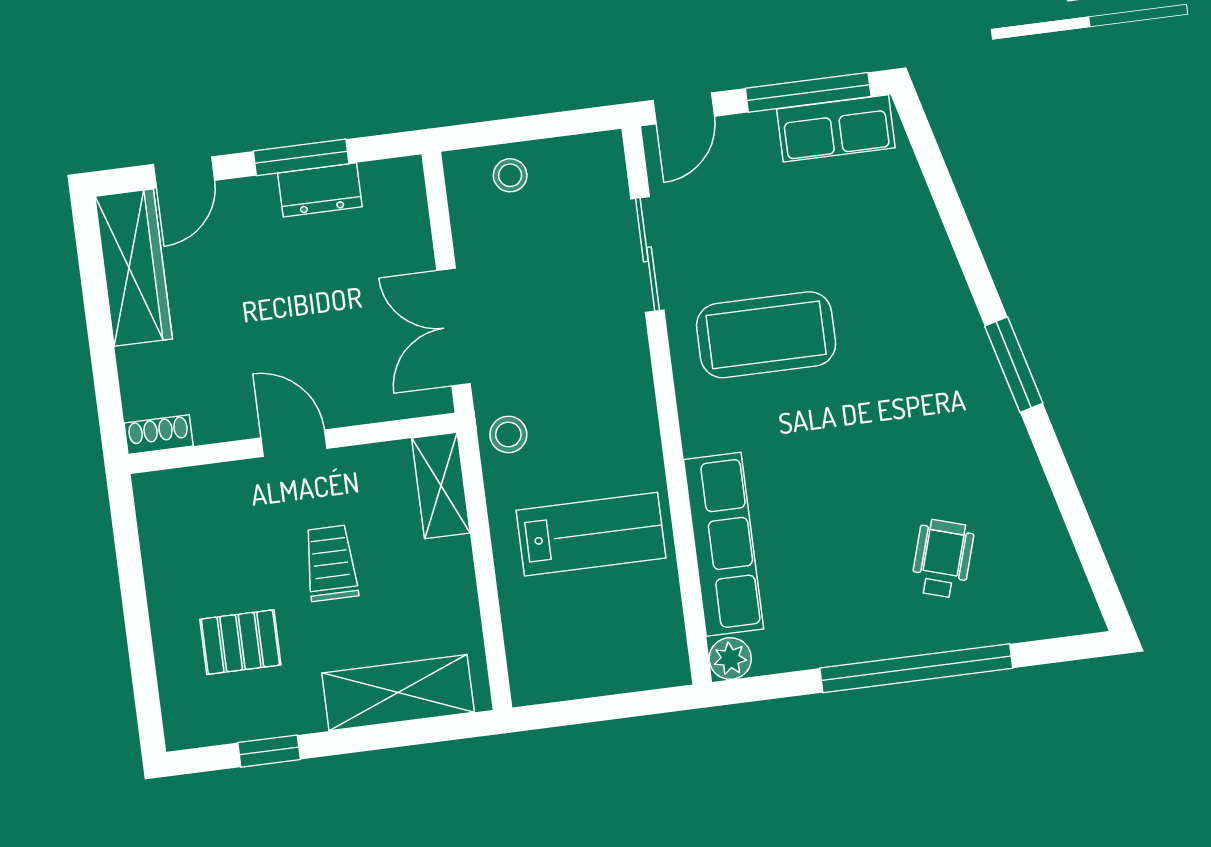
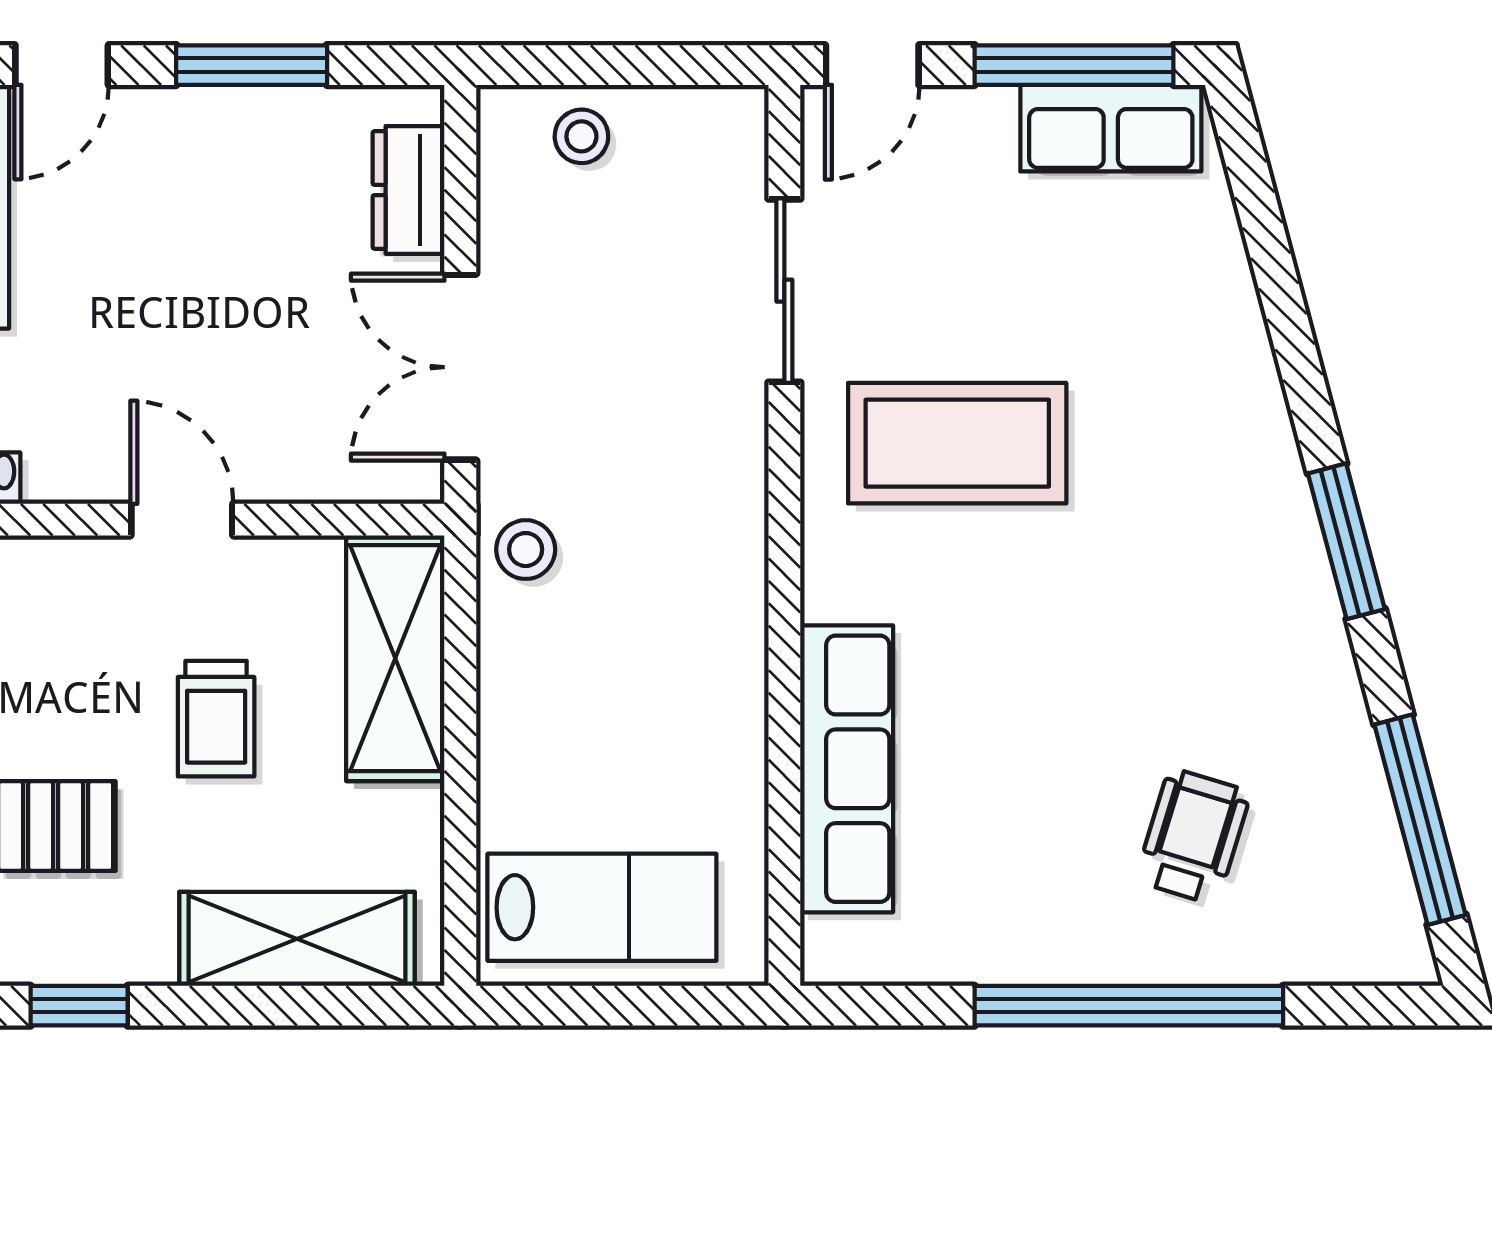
dresser: (320, 190) -> (409, 190), moved, turned 90
shelving: (441, 486) -> (395, 658), width x1.50, depth x1.33
window: (1081, 530) -> (1420, 820), added
lab bench: (591, 534) -> (602, 907), moved
trolley: (331, 563) -> (216, 719), turned 180
plant: (730, 658) -> (834, 952), removed

